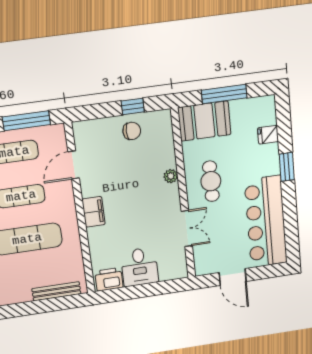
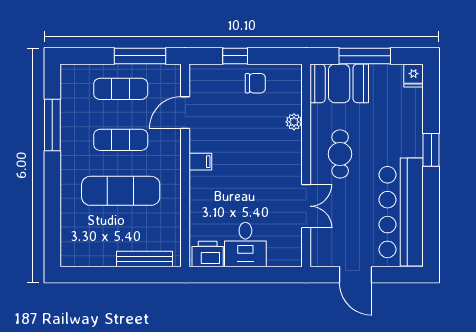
window: (133, 106) -> (235, 56), moved
fridge: (268, 135) -> (414, 75), moved, turned -90
plant: (171, 176) -> (294, 122), moved
filing cabinet: (94, 212) -> (200, 162), width x0.50

